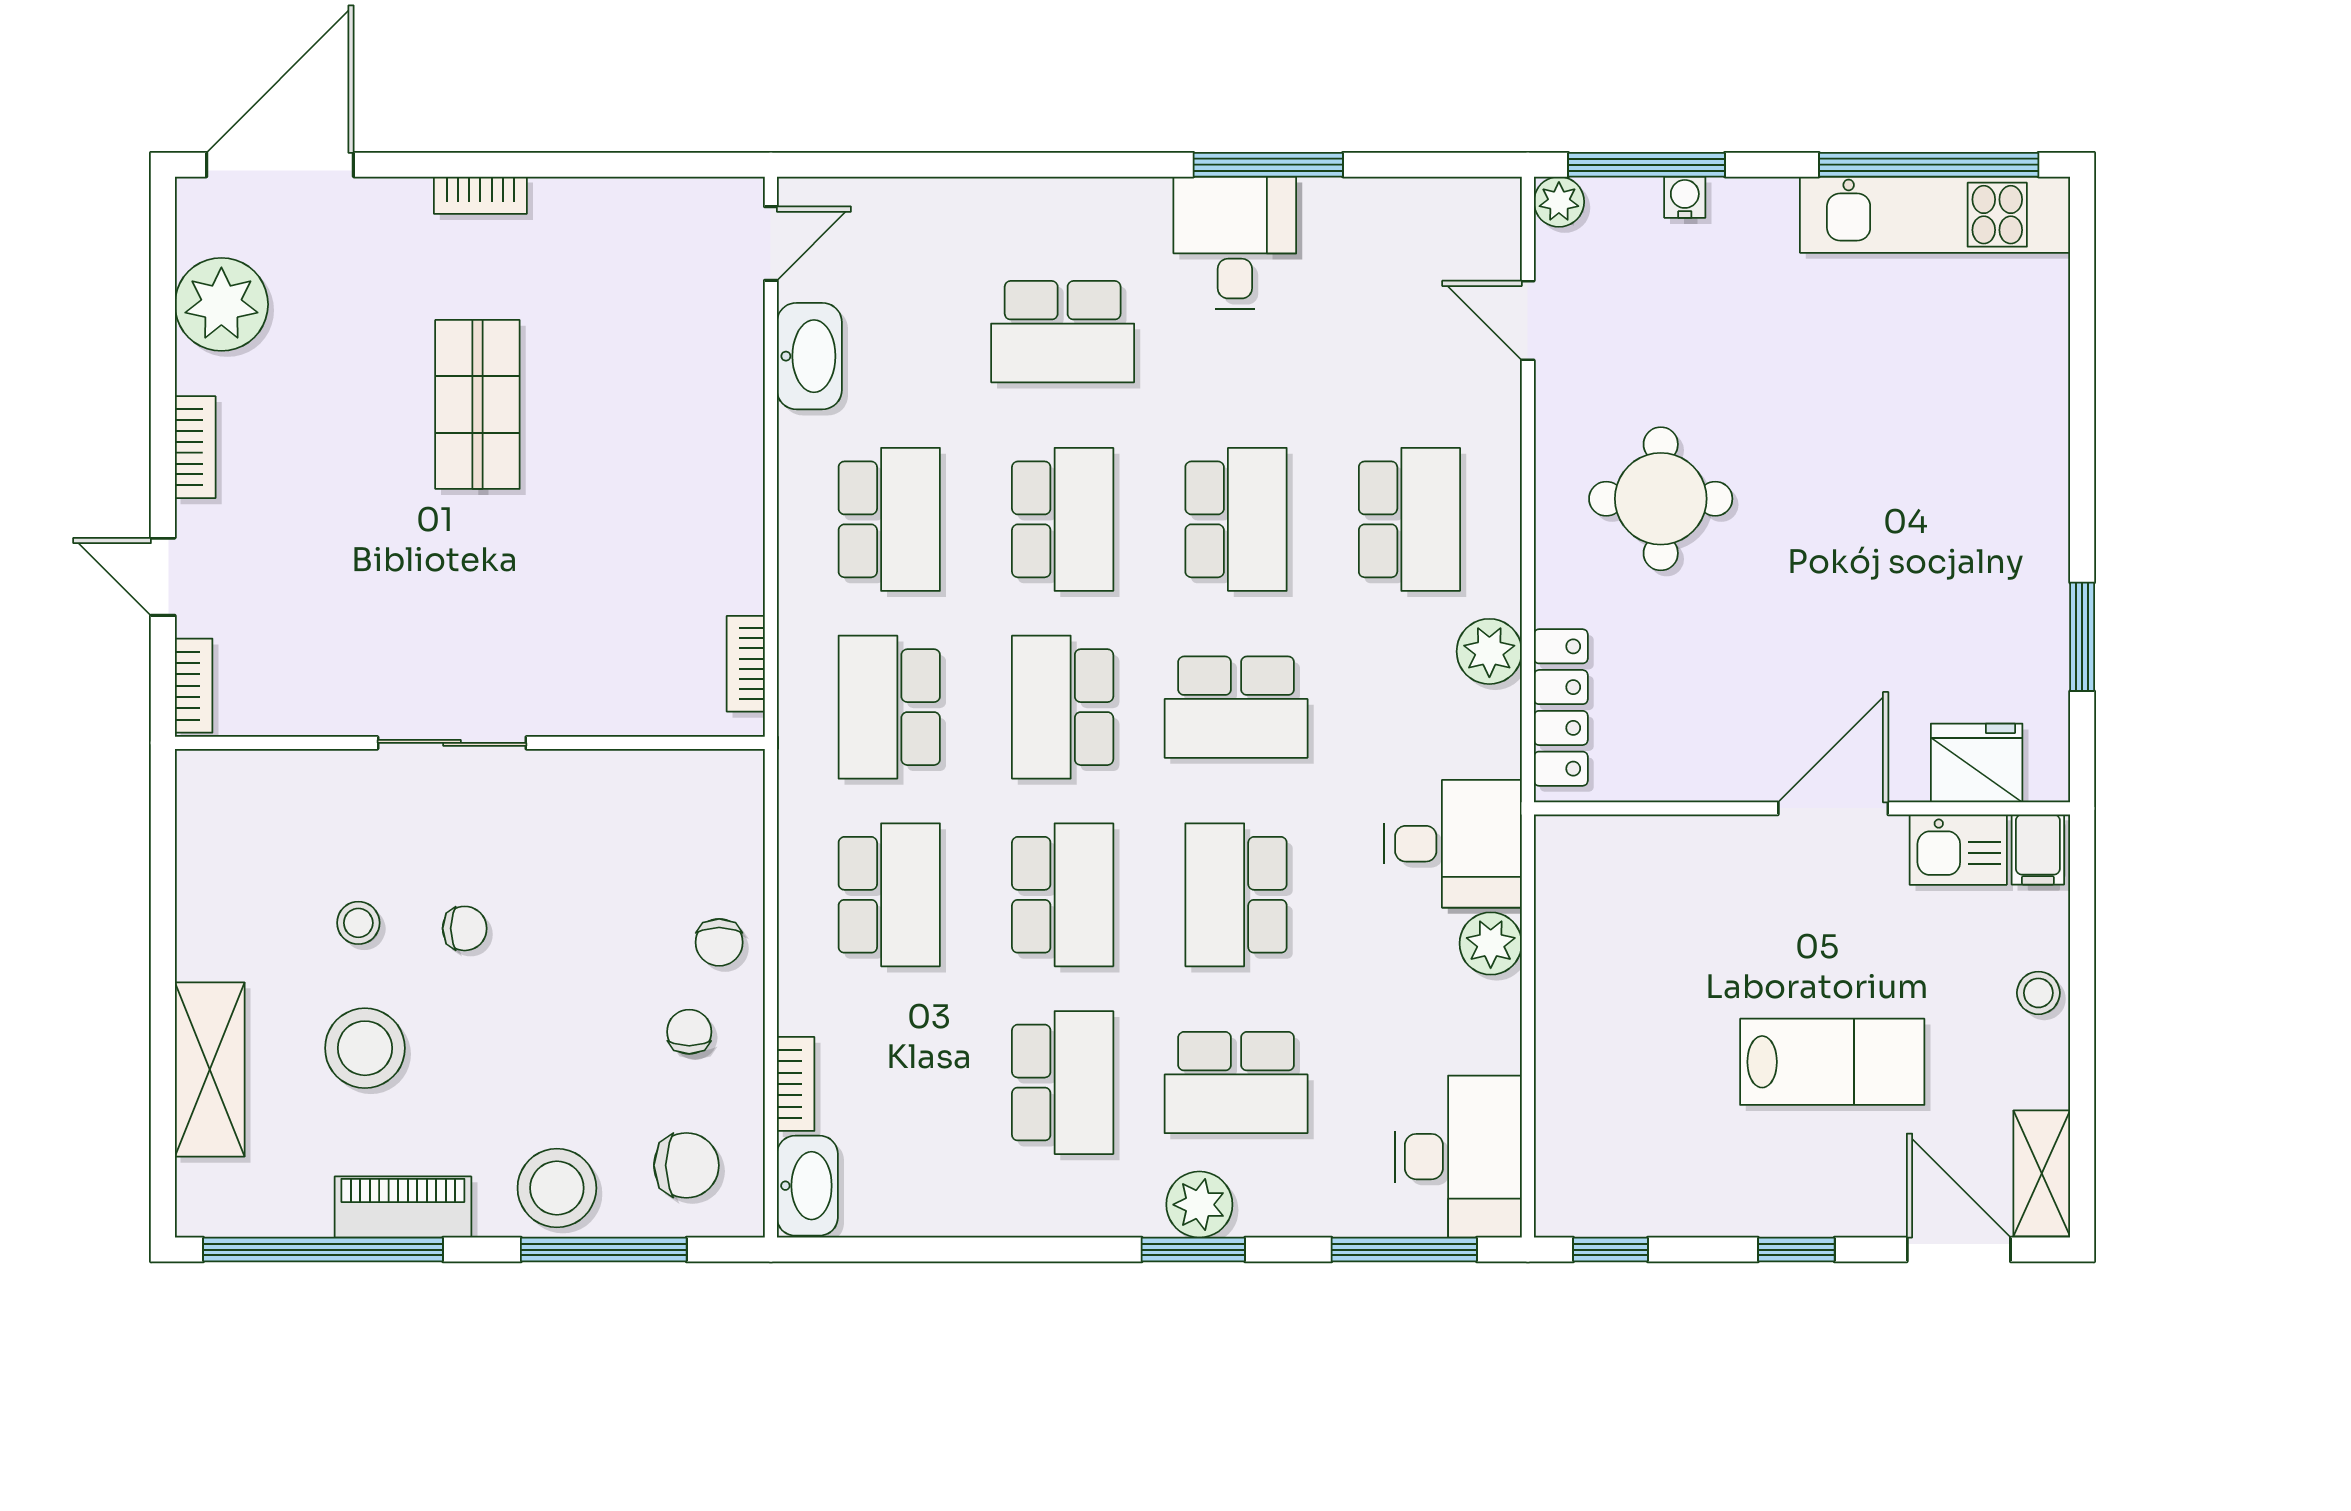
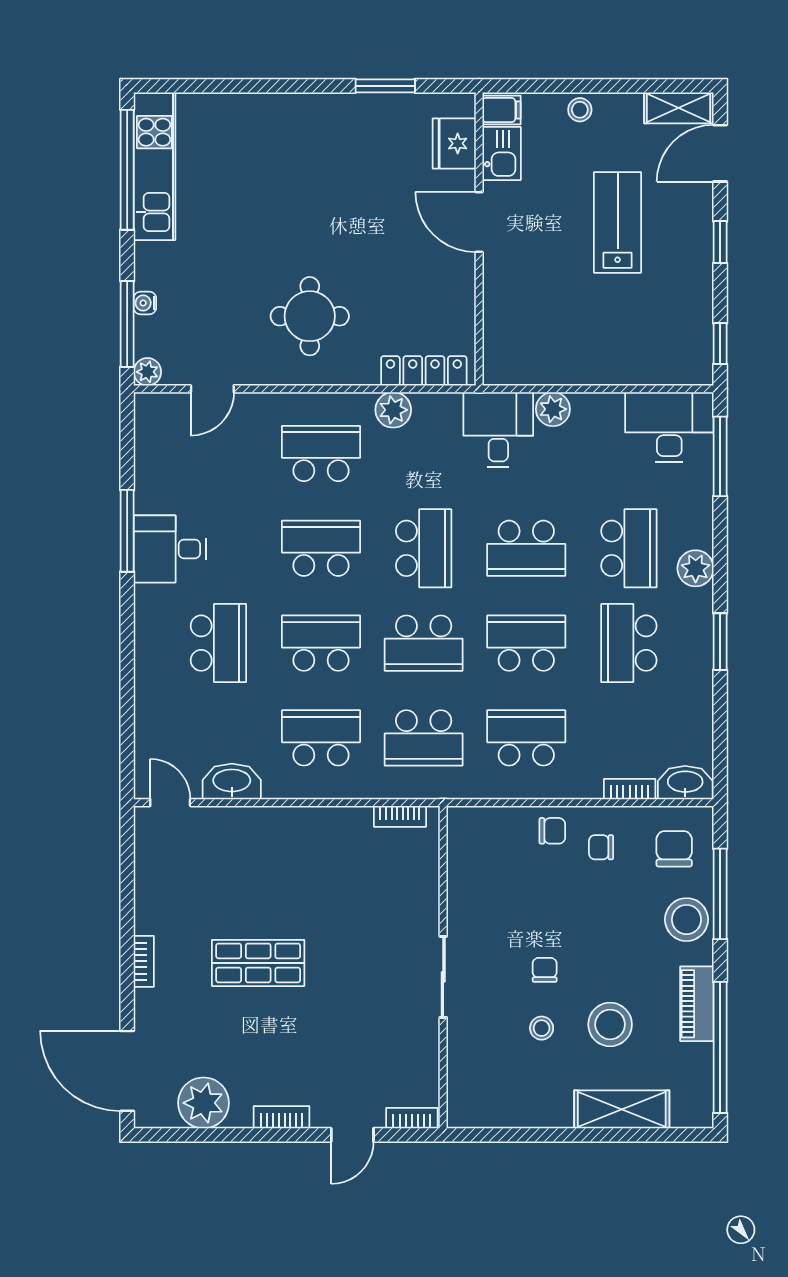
school desk: (1063, 1083) -> (629, 643), turned -90
window: (1193, 1250) -> (720, 642), moved

